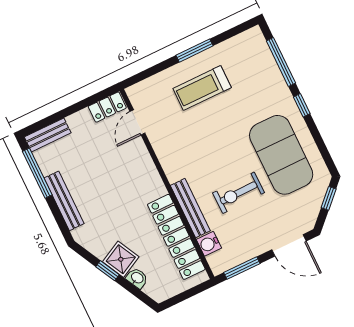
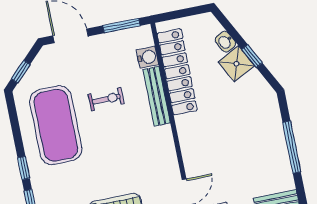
window: (37, 173) -> (292, 147), moved
exercise bike: (239, 193) -> (106, 99), width x0.73, depth x0.72
bench: (64, 201) -> (277, 134), removed

